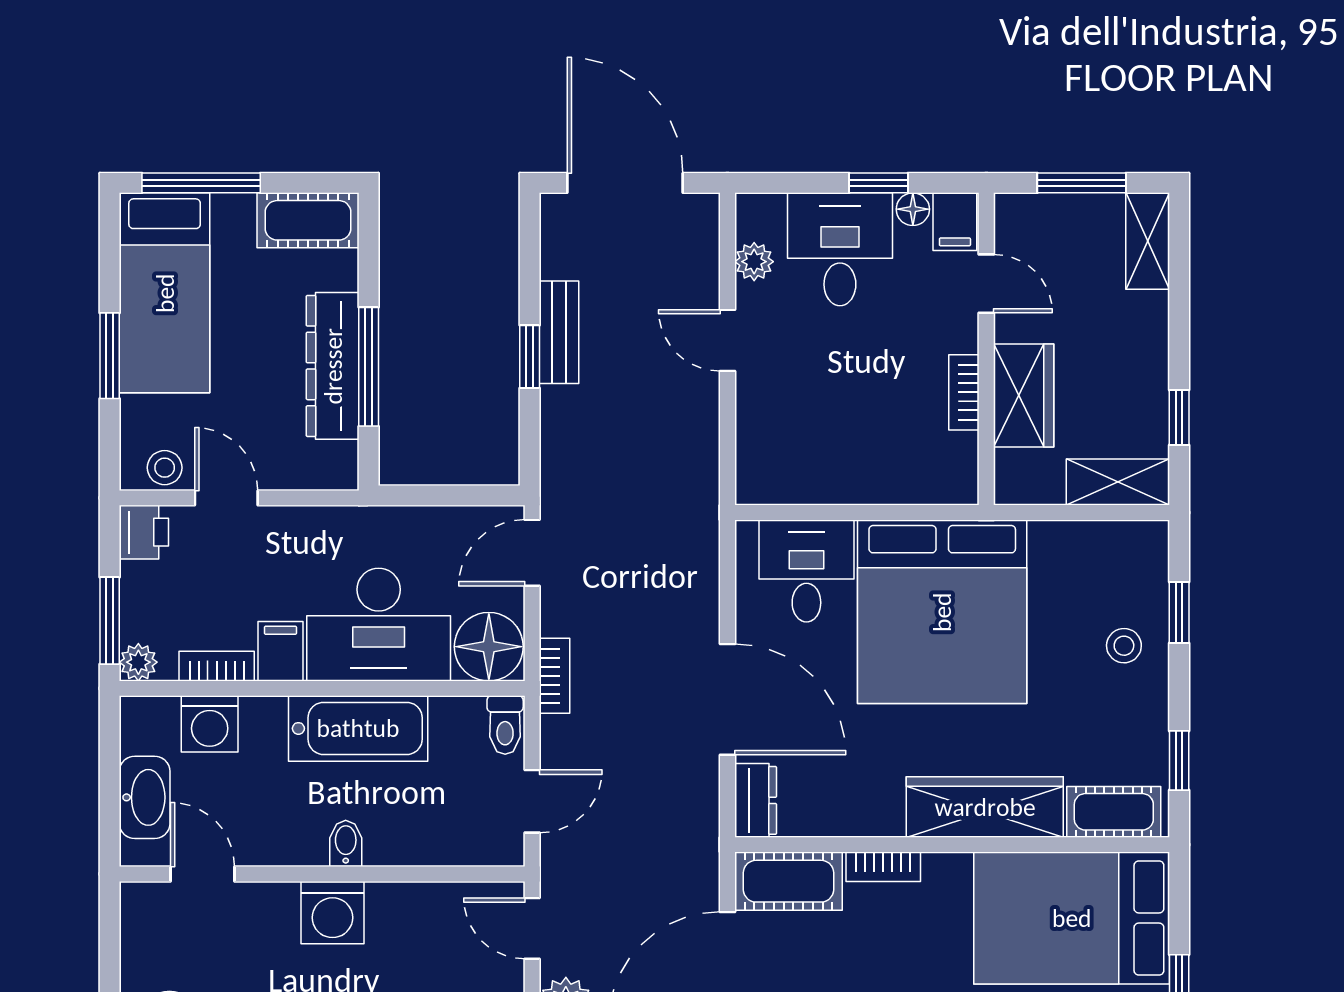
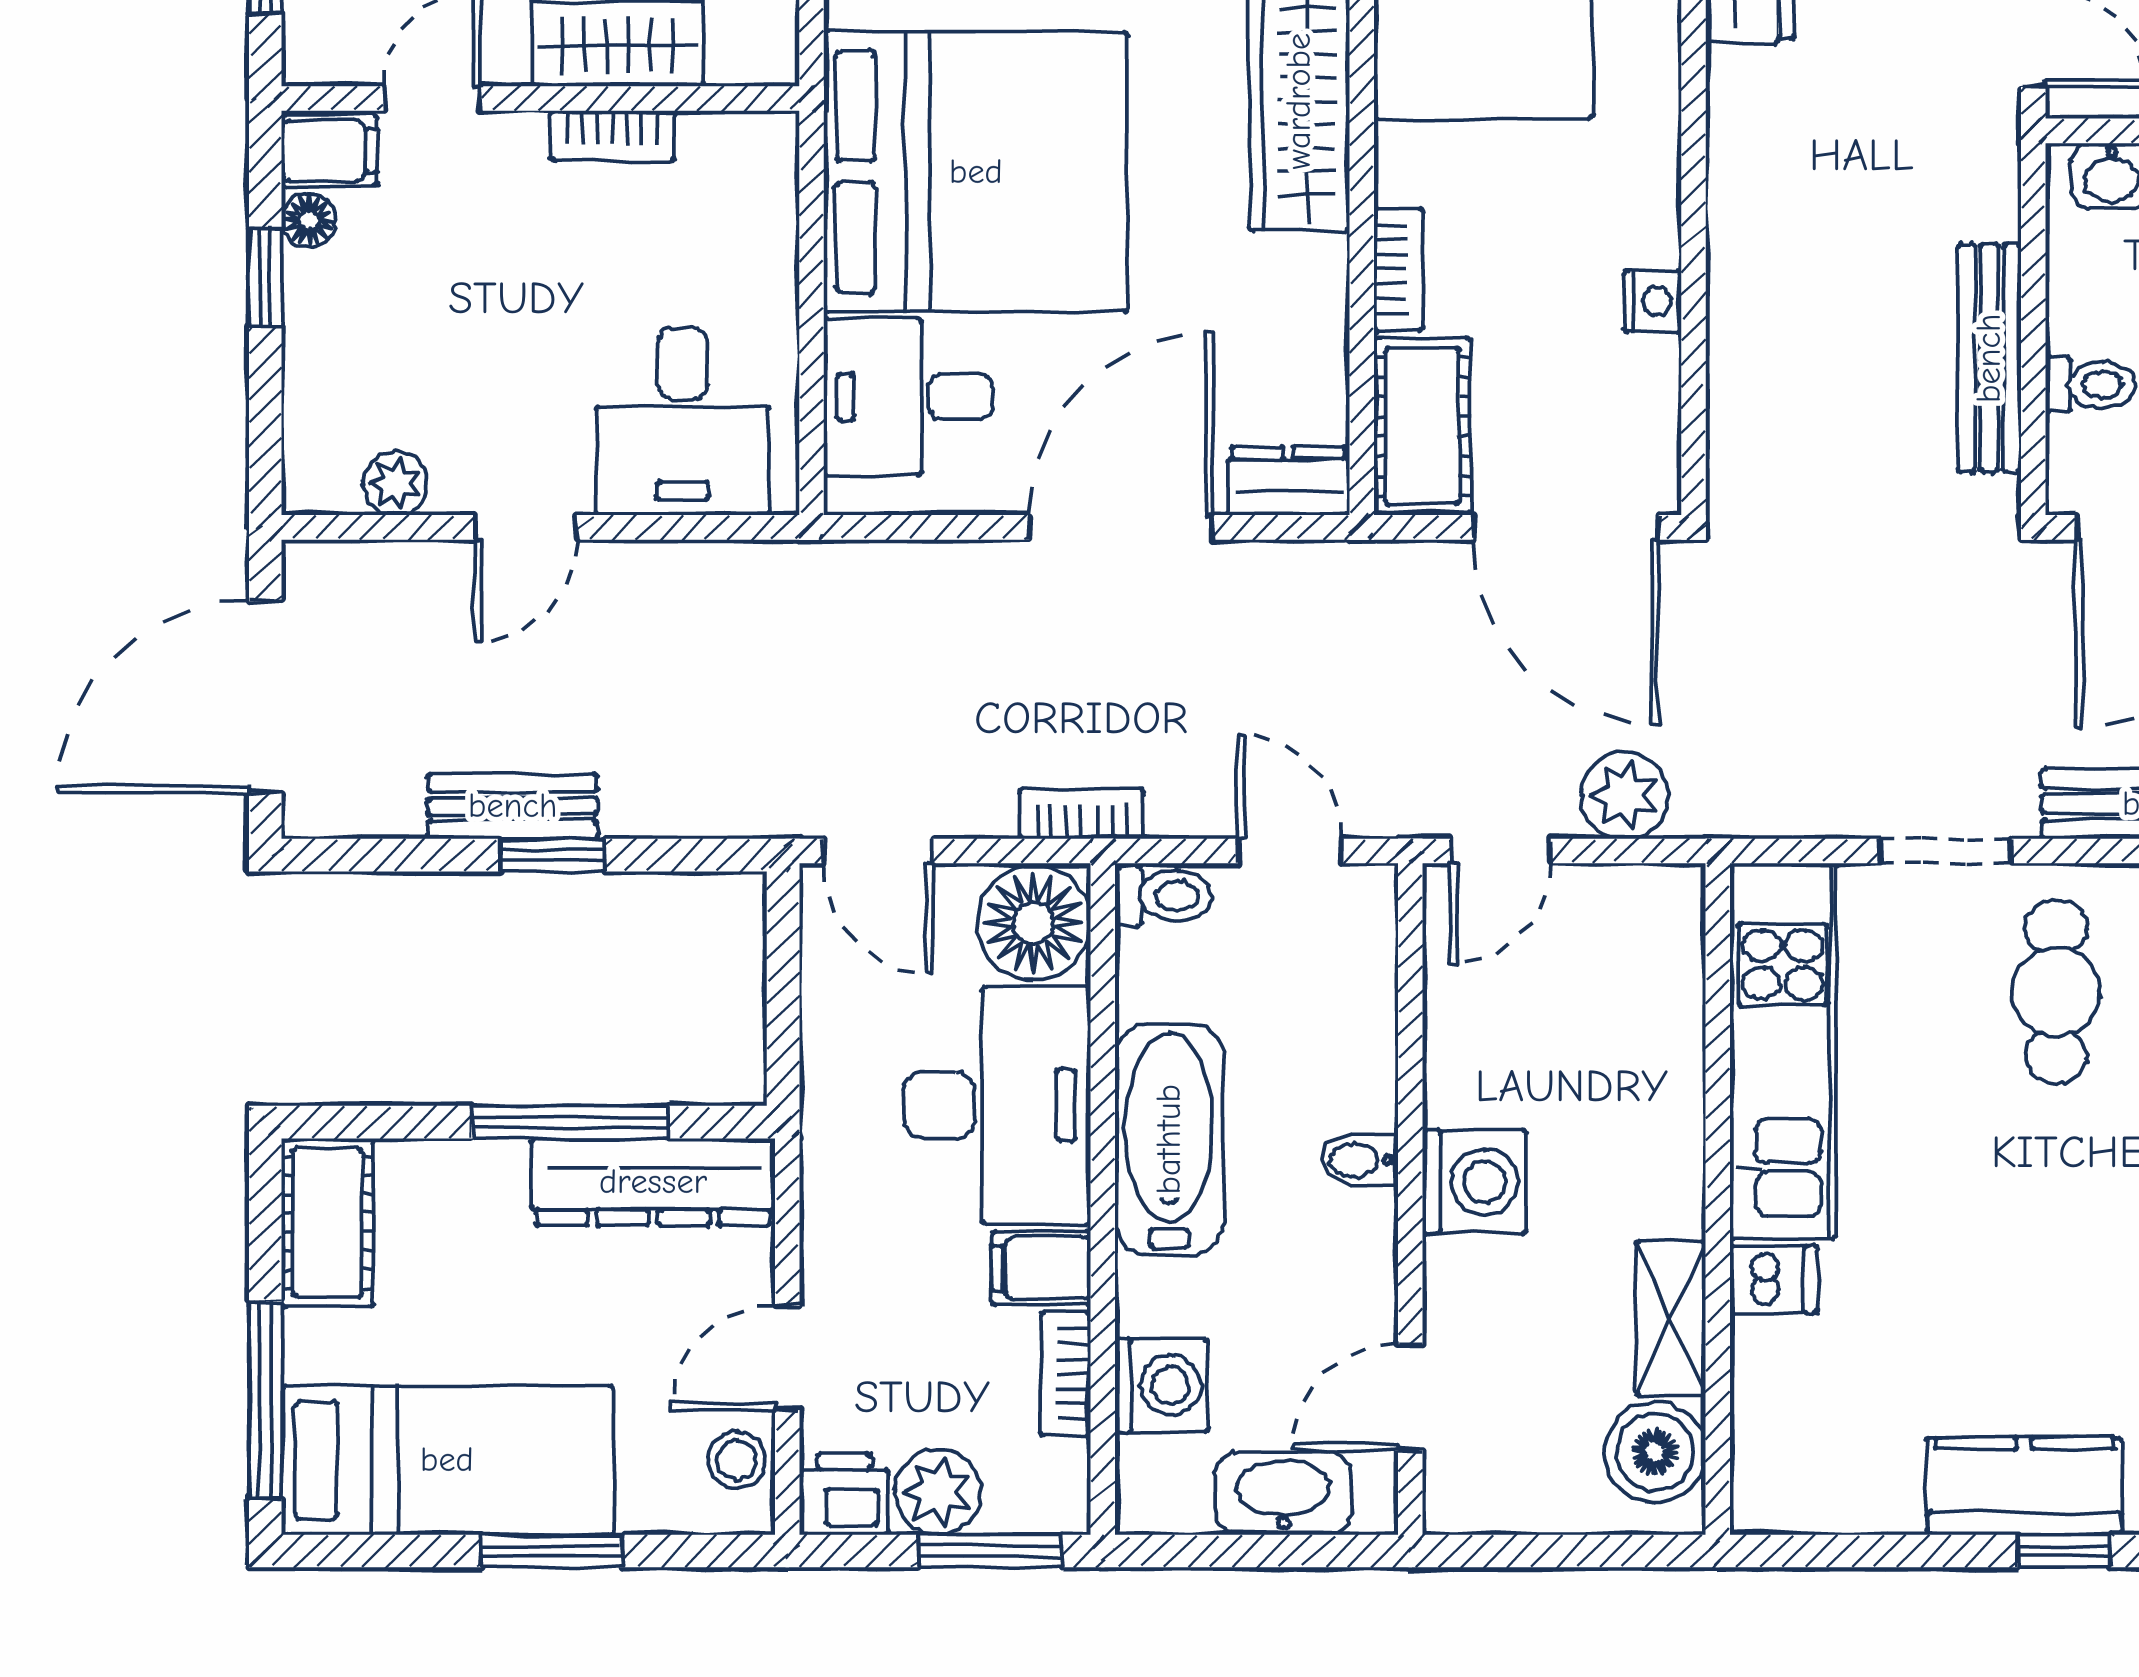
desk: (840, 249) -> (683, 421), moved, turned -90
dresser: (333, 366) -> (653, 1182), moved
plant: (138, 662) -> (938, 1492), moved, width x1.38, depth x1.38

